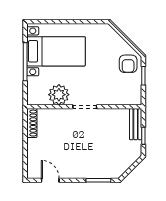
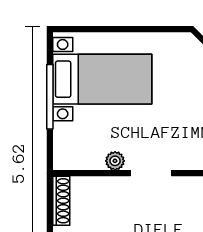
plant: (59, 95) -> (115, 161), width x0.53, depth x0.53

